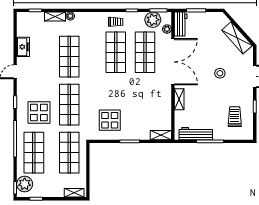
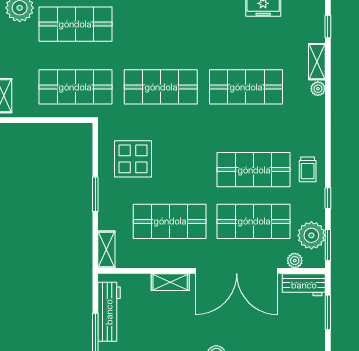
shop shelf: (145, 100) -> (170, 221), added
display table: (39, 113) -> (147, 33), removed

